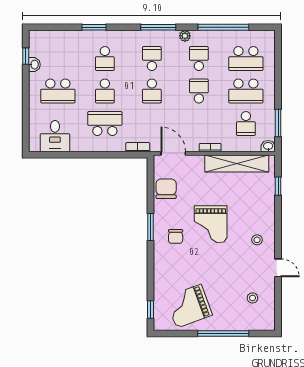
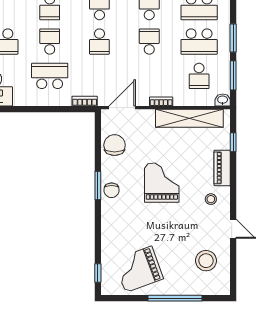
window: (278, 88) -> (233, 38), added
school desk: (105, 91) -> (50, 42), turned 180
door: (173, 153) -> (122, 108), hinge flipped
piano: (268, 210) -> (222, 168), added
grand piano: (211, 224) -> (162, 183), turned 180
chair: (176, 236) -> (112, 190), moved
stool: (252, 298) -> (206, 261), width x1.89, depth x1.89

